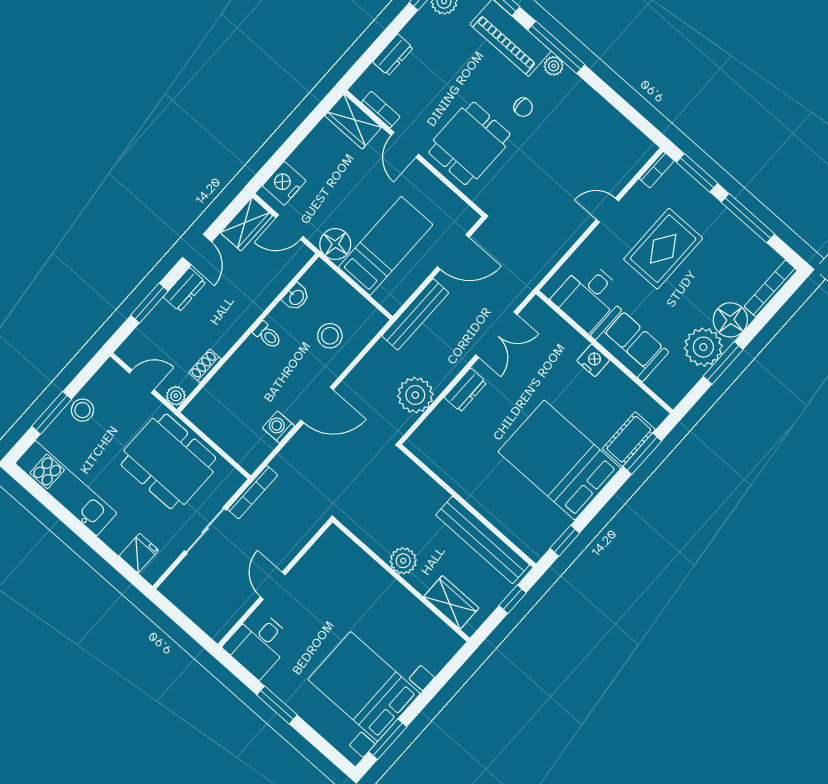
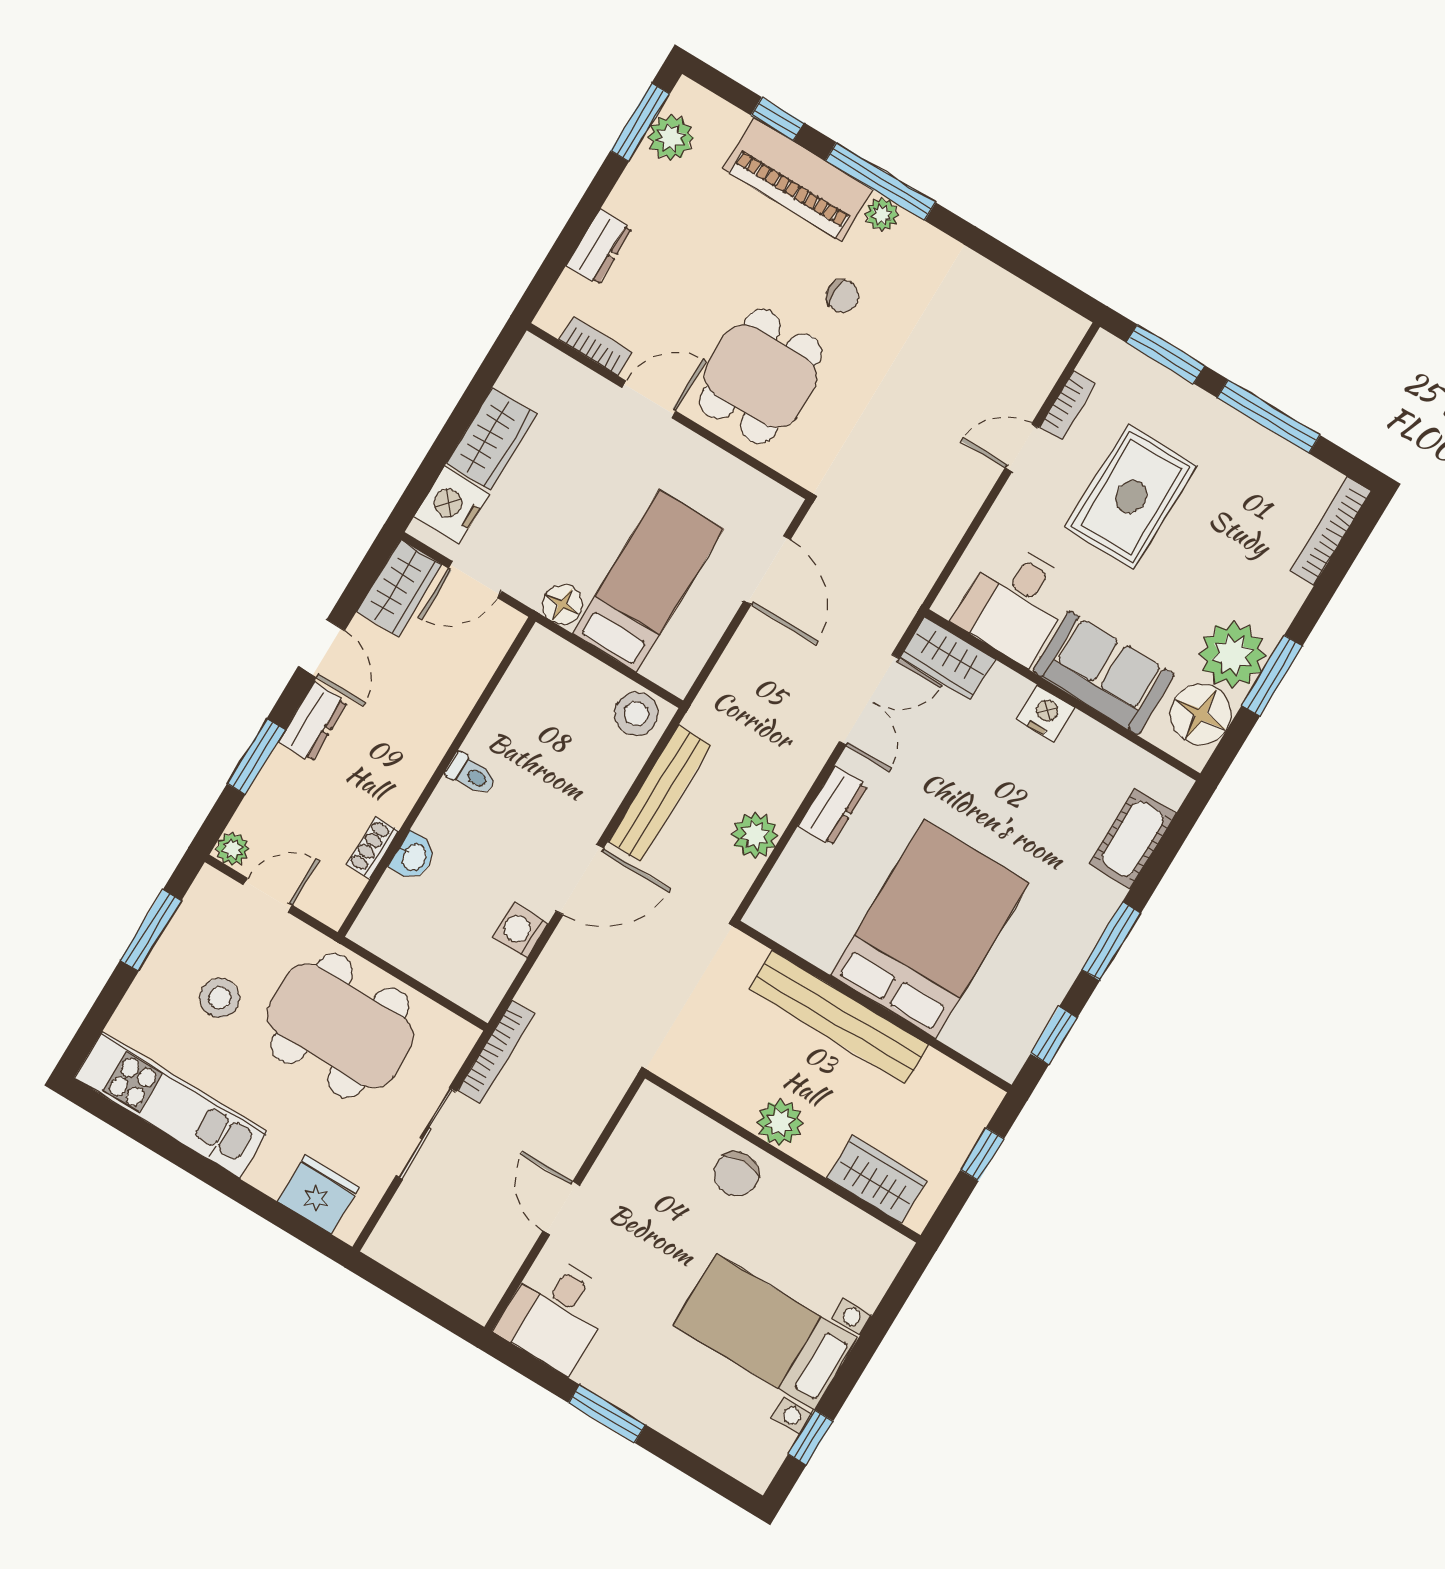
wardrobe: (353, 122) -> (491, 439), moved, turned -90
door: (405, 145) -> (649, 399), swing flipped
bookcase: (657, 170) -> (1068, 405), moved
floor lamp: (335, 244) -> (562, 604), width x0.73, depth x0.73
door: (453, 252) -> (767, 570), hinge flipped
washbasin: (296, 297) -> (413, 857), moved
bench: (415, 314) -> (660, 793), moved
wardrobe: (544, 320) -> (947, 658), added
floor lamp: (730, 320) -> (1201, 714), moved
stool: (330, 336) -> (636, 714), moved
plant: (415, 395) -> (755, 835), width x0.73, depth x0.73
plant: (176, 396) -> (232, 849), moved
stool: (82, 410) -> (220, 998), moved
window: (52, 413) -> (151, 930), moved
window: (642, 454) -> (1111, 941), moved
bed: (559, 460) -> (930, 929), moved, turned 90
bench: (483, 540) -> (839, 1017), moved
fridge: (139, 553) -> (318, 1194), width x1.38
chair: (374, 585) -> (736, 1174), added
bed with nightstands: (364, 686) -> (765, 1332), width x0.73
window: (388, 739) -> (811, 1438), width x0.67

